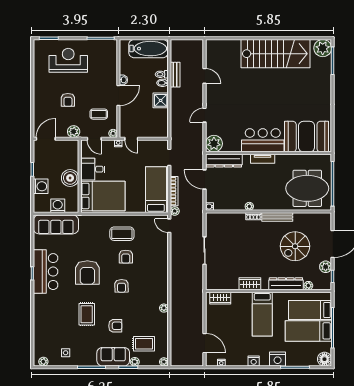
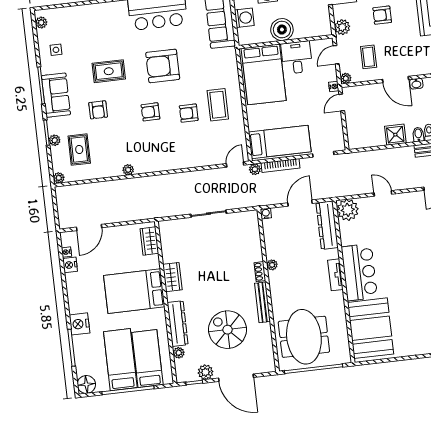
bed: (262, 314) -> (134, 291), width x1.50
sofa: (113, 357) -> (56, 95), moved
nightstand: (254, 361) -> (70, 265), moved

